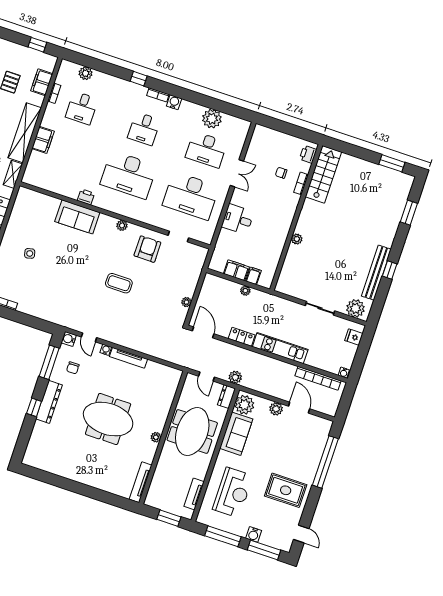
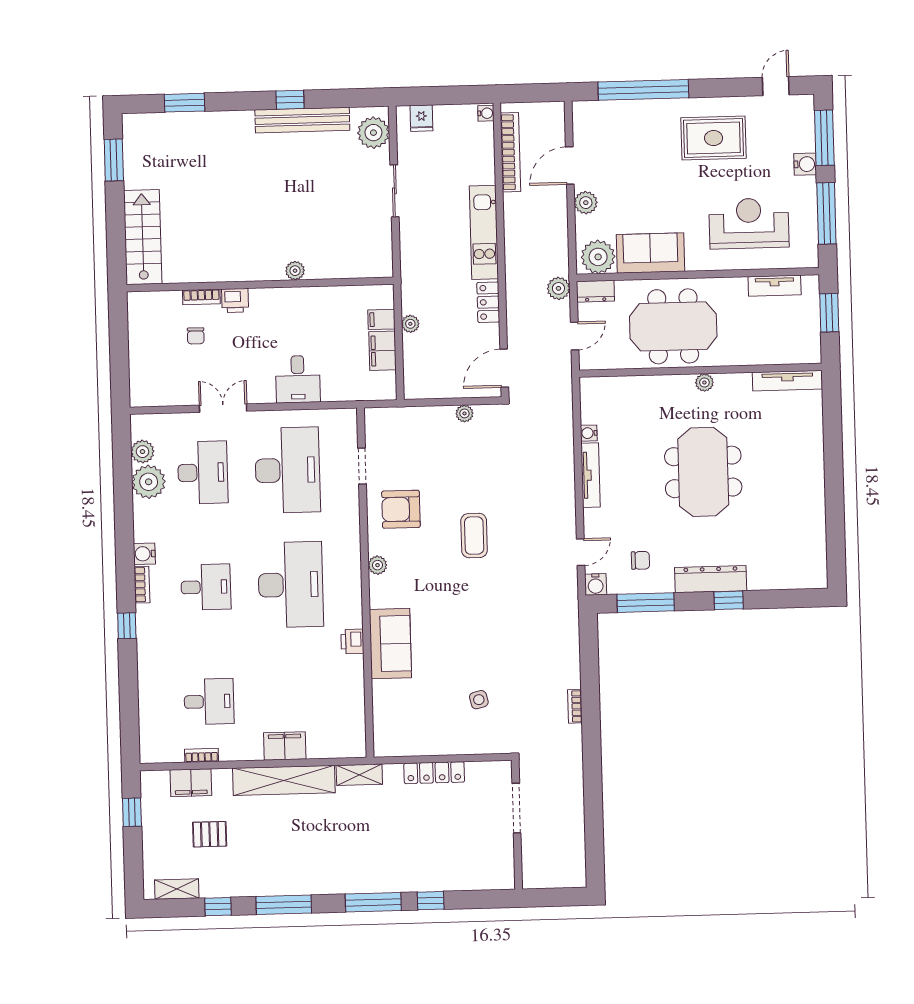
plant: (86, 73) -> (143, 452), moved
printer: (308, 154) -> (235, 300), moved
stairs: (323, 174) -> (143, 237), moved, turned 90
water cooler: (106, 350) -> (589, 433), moved
rug: (286, 490) -> (714, 138), turned 90

